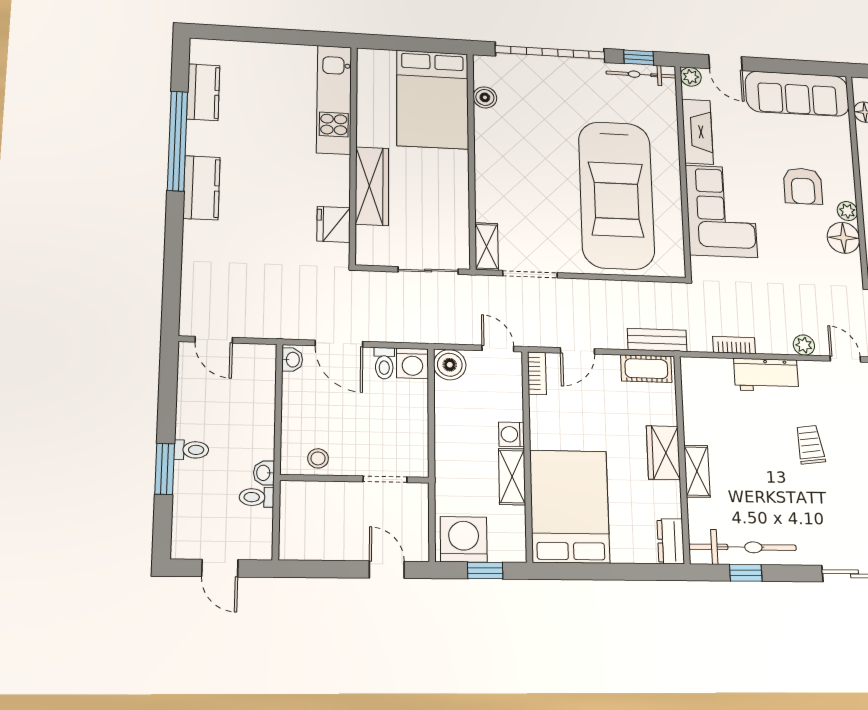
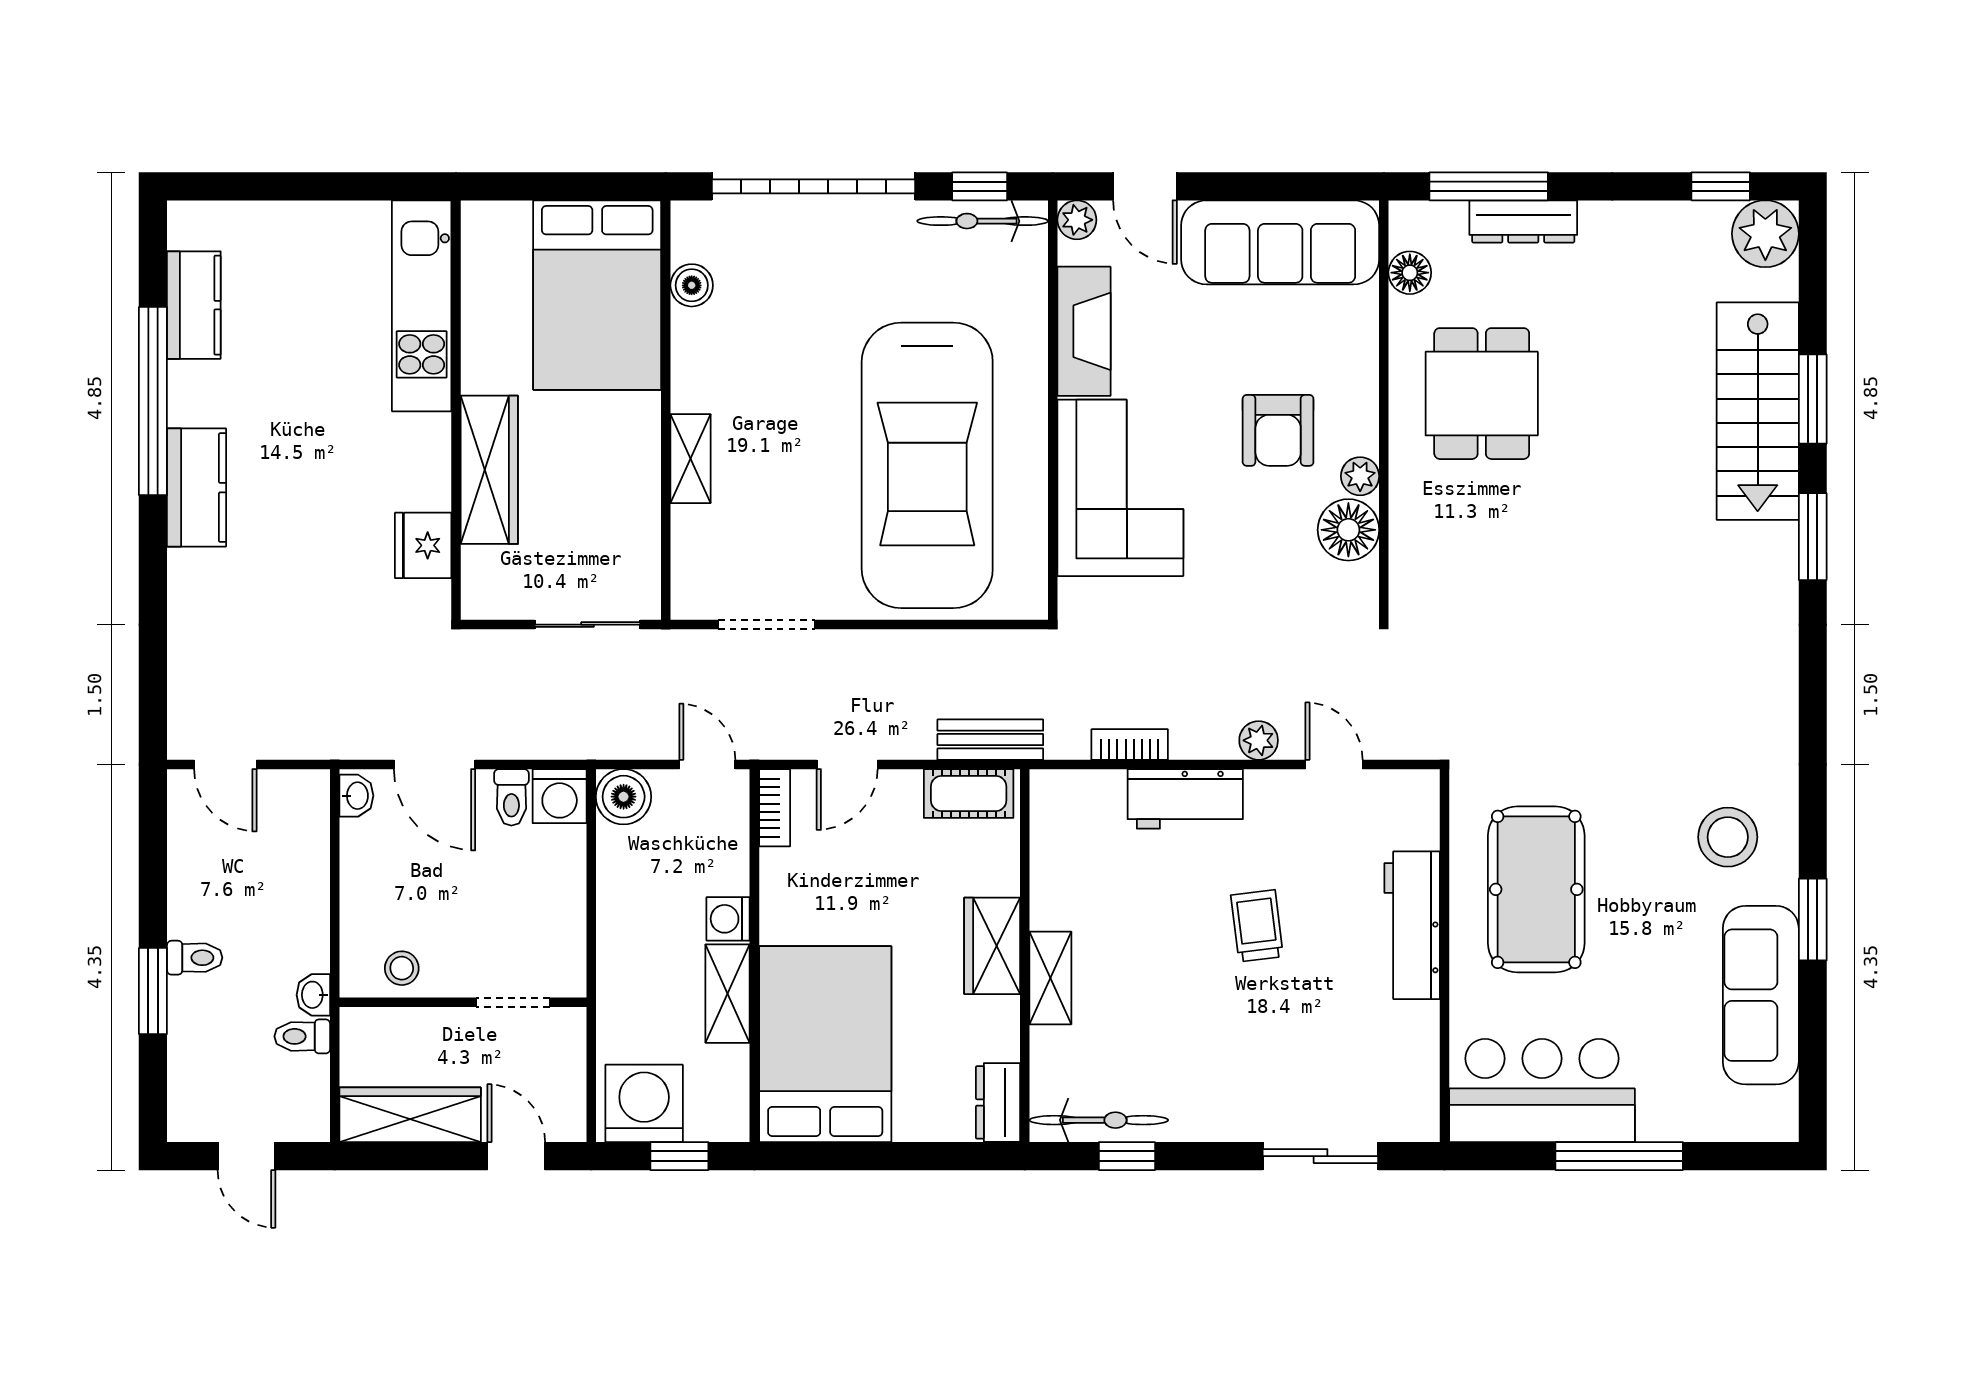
shelving: (487, 247) -> (691, 459), moved
wardrobe: (322, 544) -> (410, 1115), added
bicycle: (743, 547) -> (1099, 1120), width x0.73, depth x0.71

